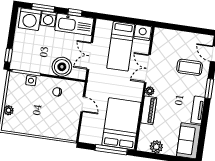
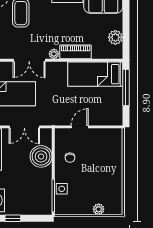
window: (9, 55) -> (13, 218), moved
bed: (121, 124) -> (95, 74), width x0.67

